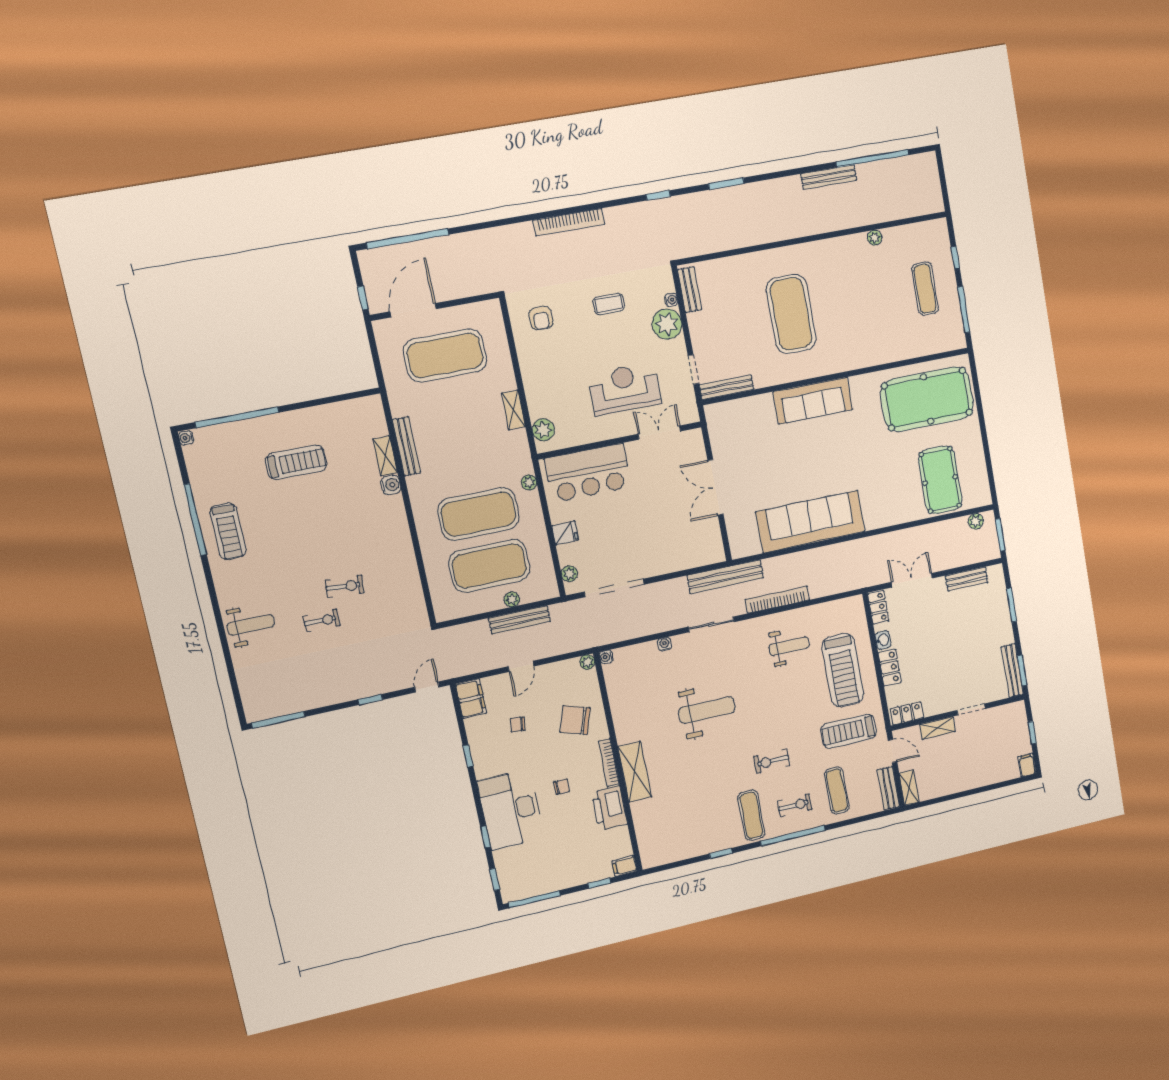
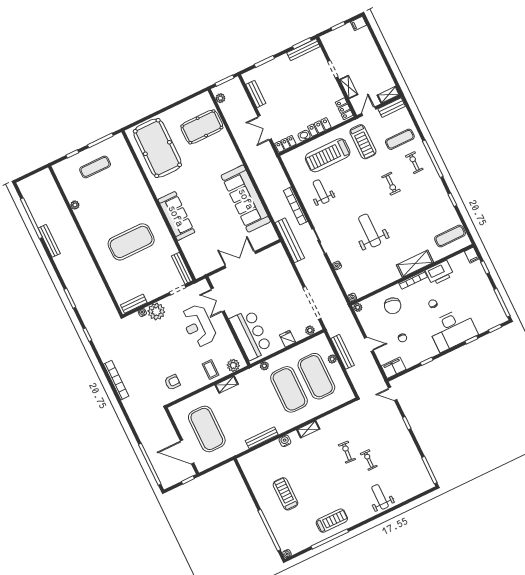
coffee table: (609, 304) -> (210, 369), moved
shelving: (385, 456) -> (308, 429), moved
double door: (715, 487) -> (240, 260), swing flipped
treadmill: (843, 670) -> (328, 155), turned 180
exercise mat: (751, 815) -> (450, 236), moved

